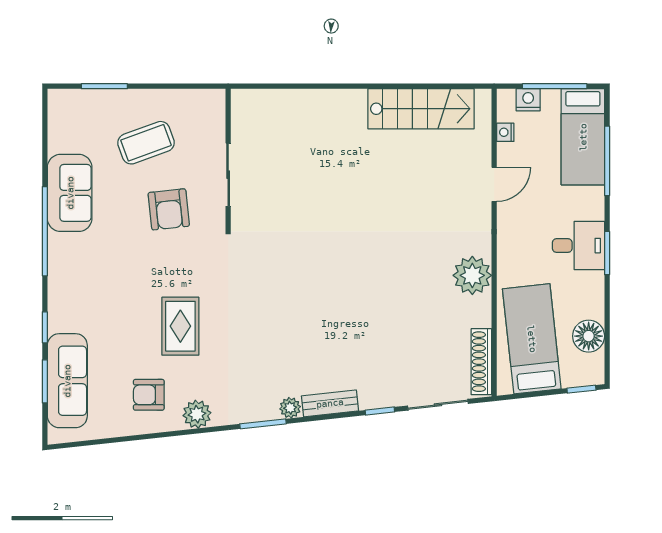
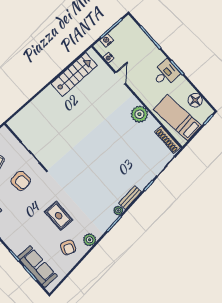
bed: (583, 137) -> (135, 37), removed
armchair: (149, 395) -> (68, 247), turned -69

